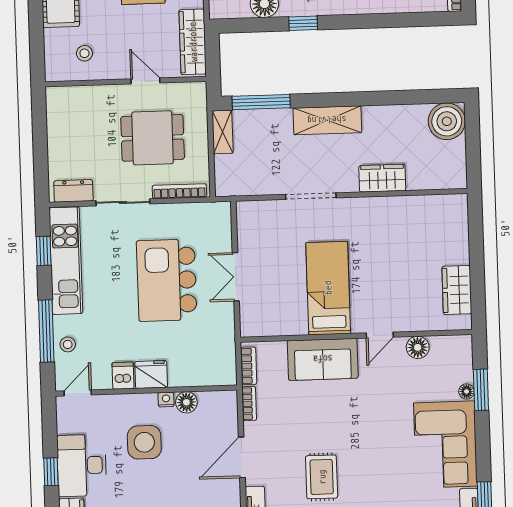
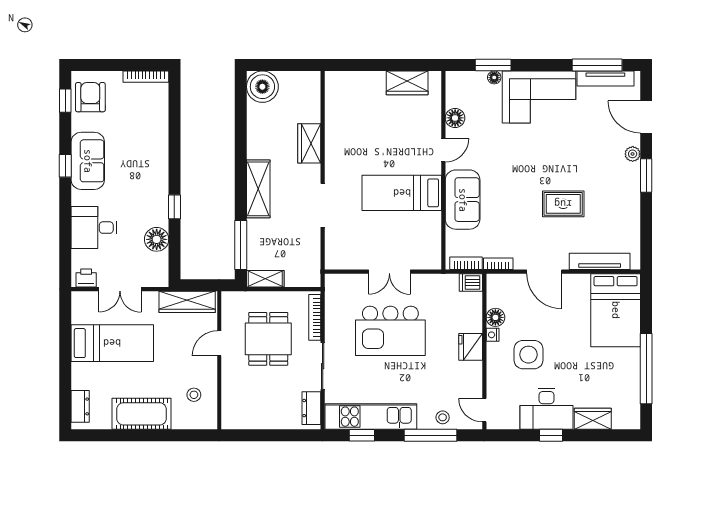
door: (380, 335) -> (443, 150), hinge flipped
dishwasher: (123, 376) -> (471, 282), moved

